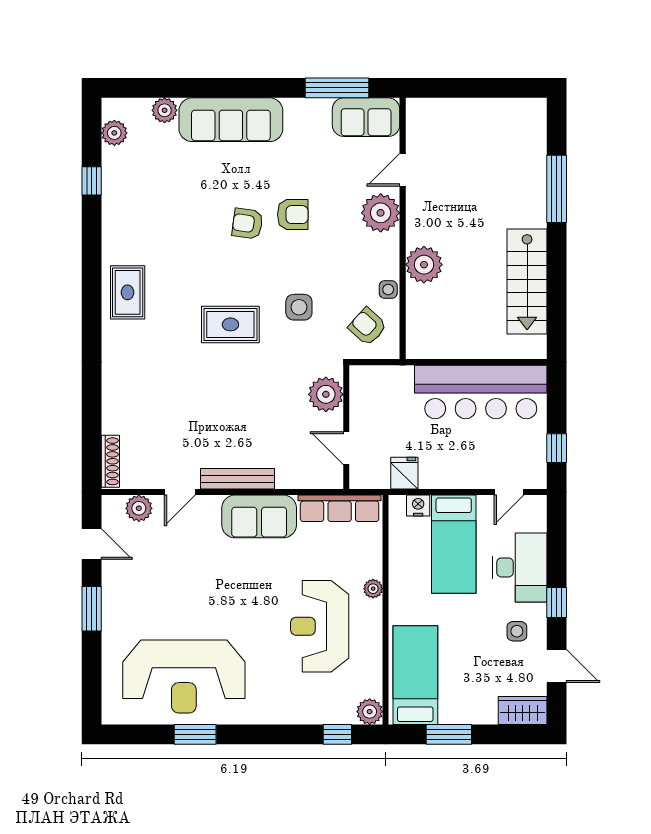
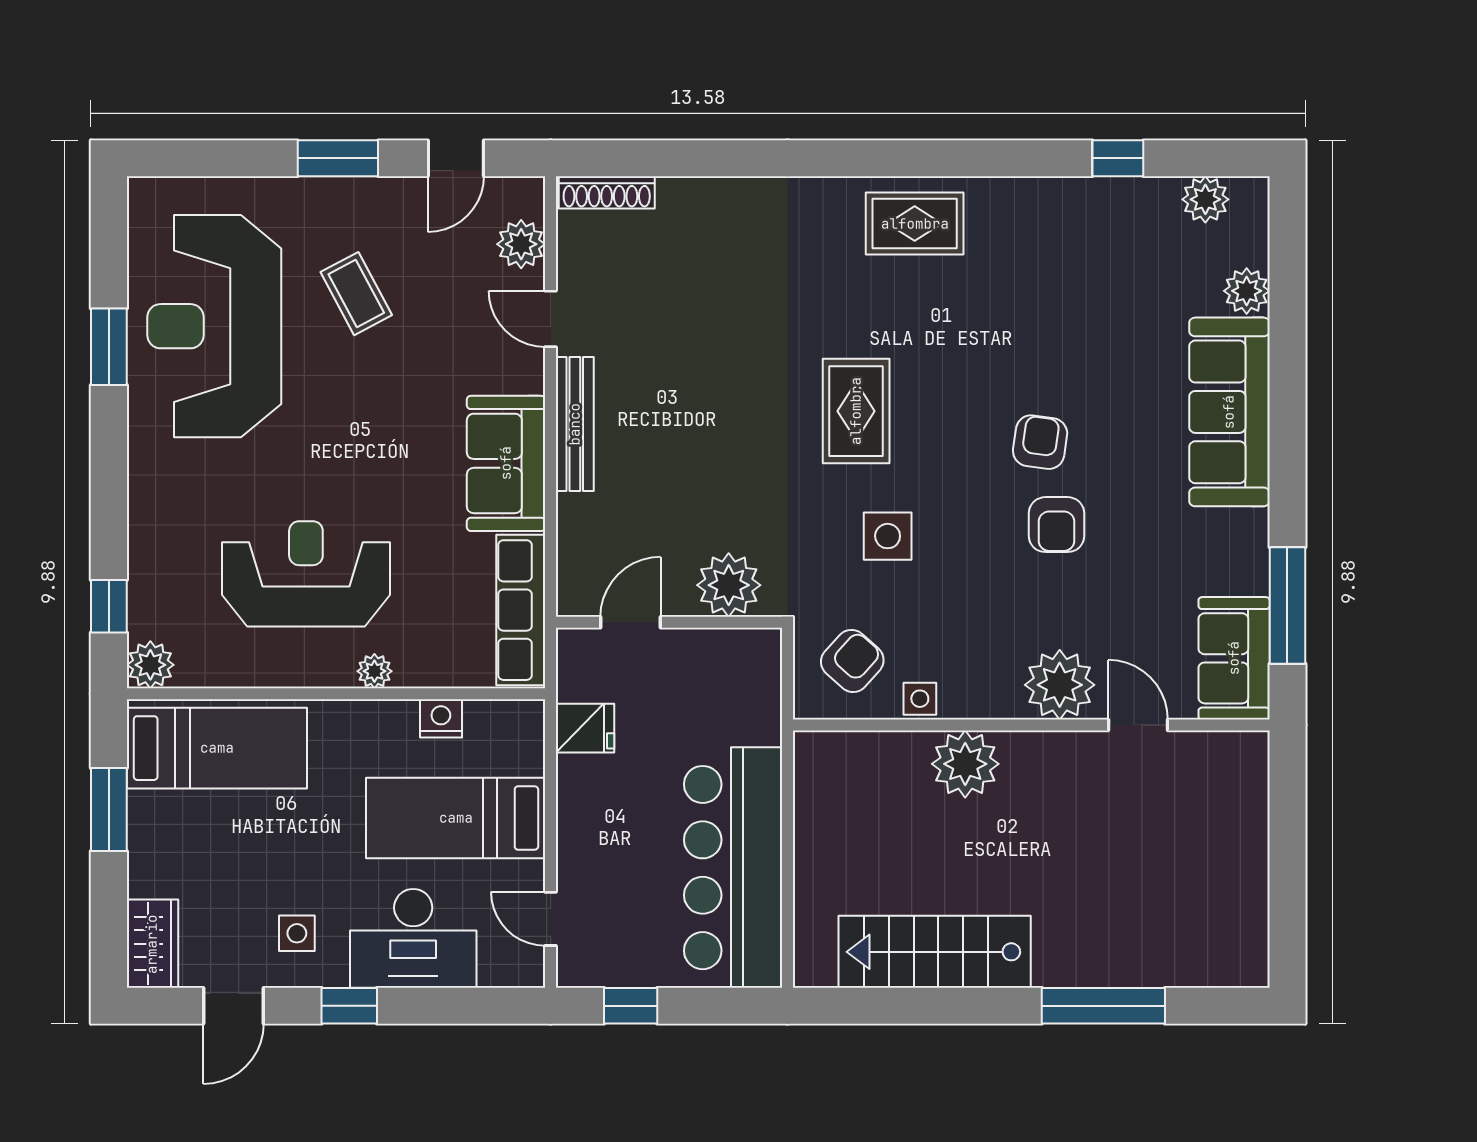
nightstand: (418, 506) -> (441, 718), moved, turned -90
coffee table: (166, 599) -> (356, 294), added

